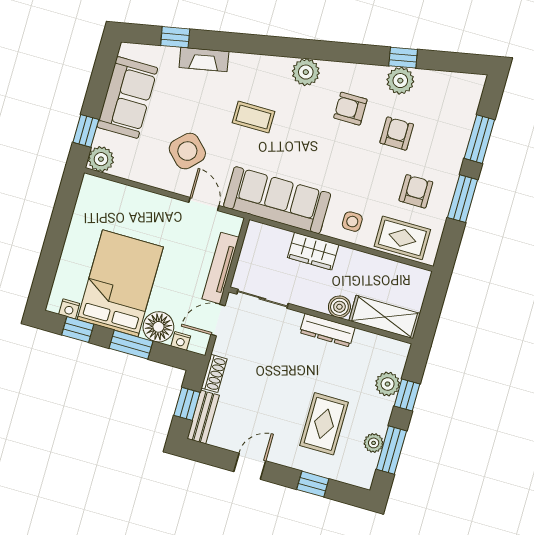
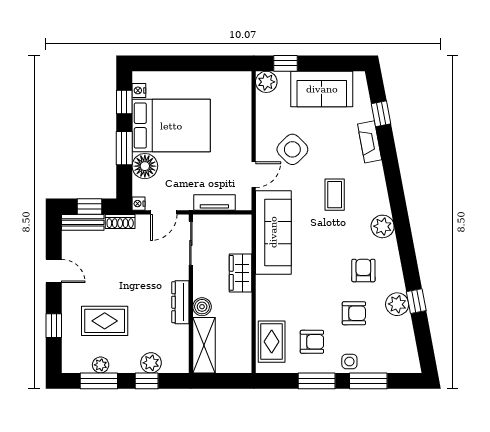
side table: (352, 222) -> (349, 362), moved
tv unit: (221, 268) -> (214, 203), width x0.71
door: (218, 320) -> (164, 212), swing flipped
nightstand: (181, 341) -> (139, 204), moved

